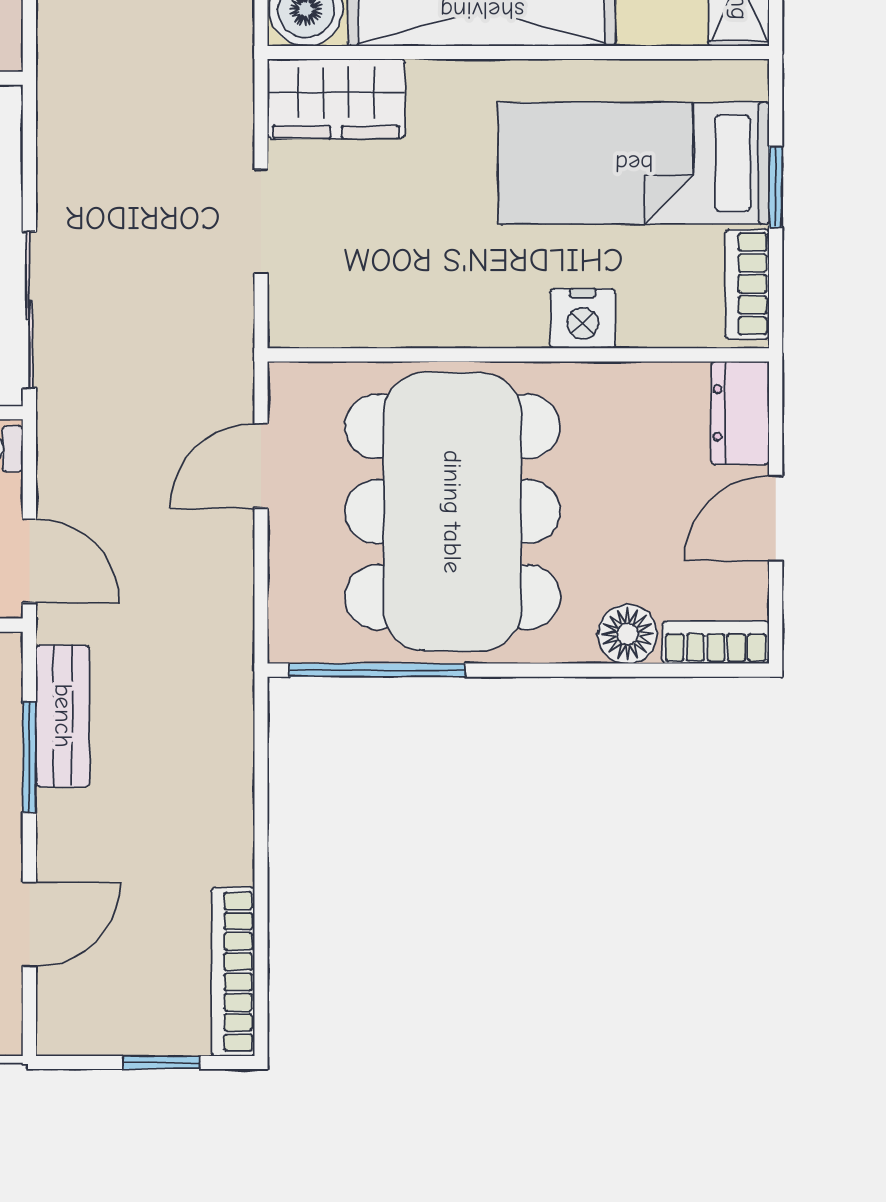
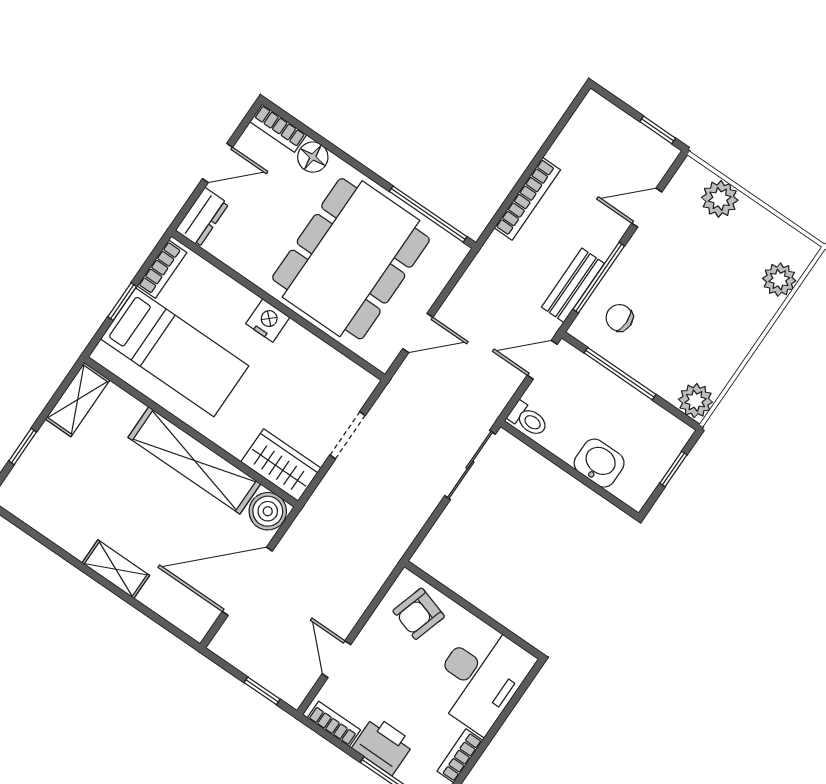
nightstand: (583, 319) -> (268, 321), moved
door: (29, 561) -> (542, 360), hinge flipped
window: (29, 757) -> (599, 278), width x1.44
bookcase: (233, 972) -> (527, 199), moved
window: (161, 1063) -> (658, 130), moved

